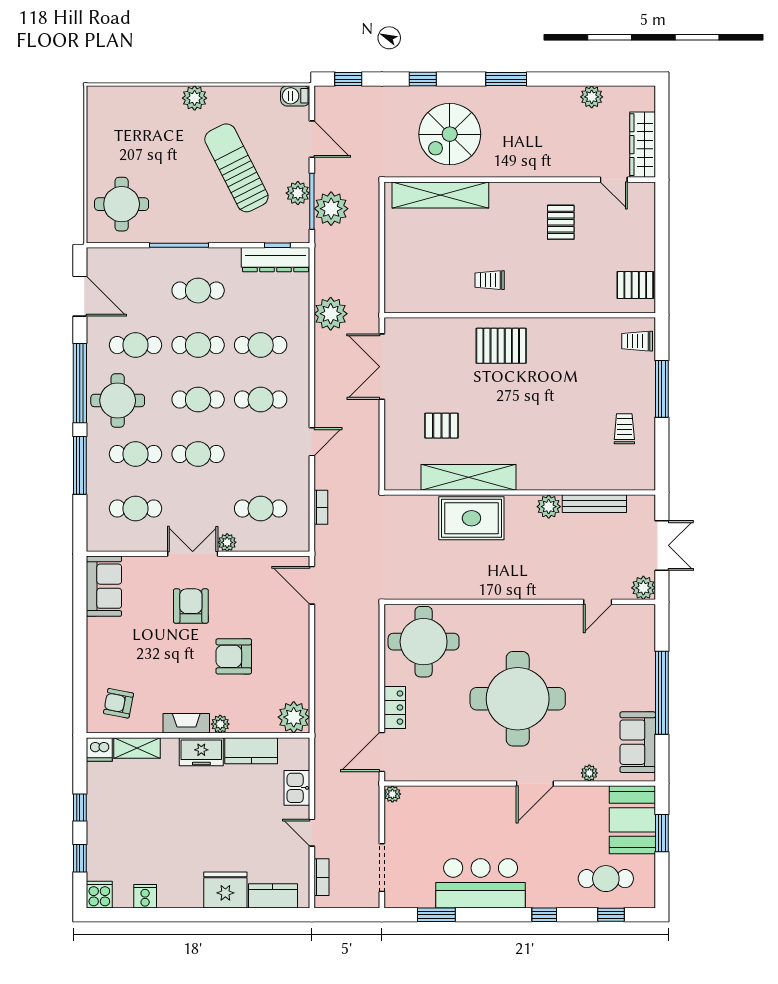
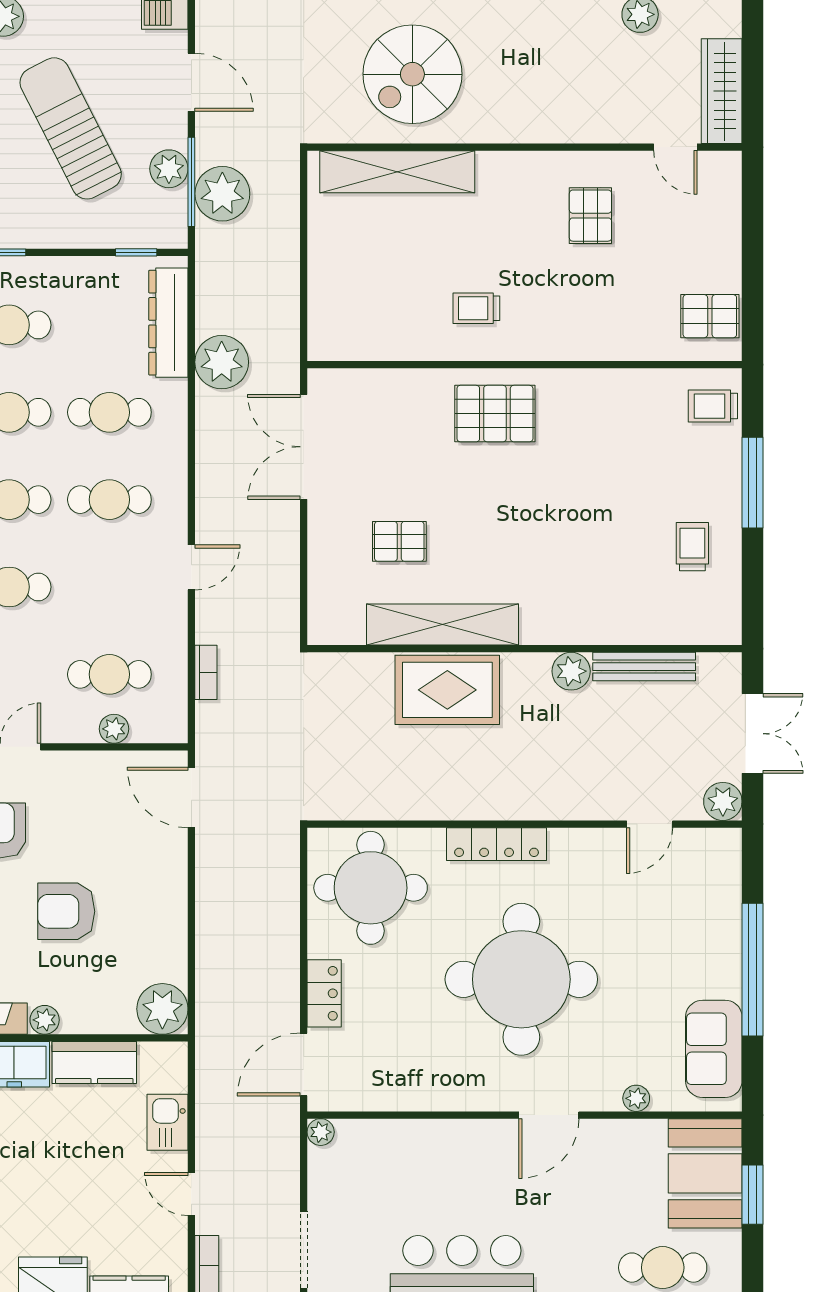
dresser: (275, 260) -> (168, 323), moved, turned 90
plant: (227, 542) -> (114, 729), moved
locker: (502, 614) -> (497, 844), added

